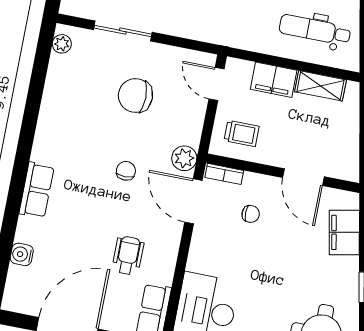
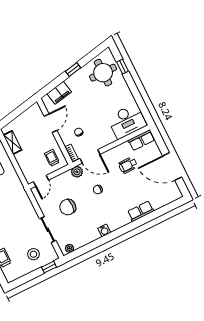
filing cabinet: (274, 80) -> (23, 161), removed
chair: (135, 96) -> (68, 207), turned 90
row of seats: (37, 190) -> (141, 211), moved
door: (193, 201) -> (90, 156), hinge flipped
water cooler: (22, 254) -> (104, 230), moved

